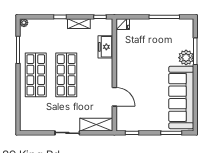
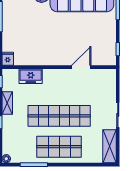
shop shelf: (66, 75) -> (59, 116), width x1.40
shelving: (96, 125) -> (109, 146), moved

